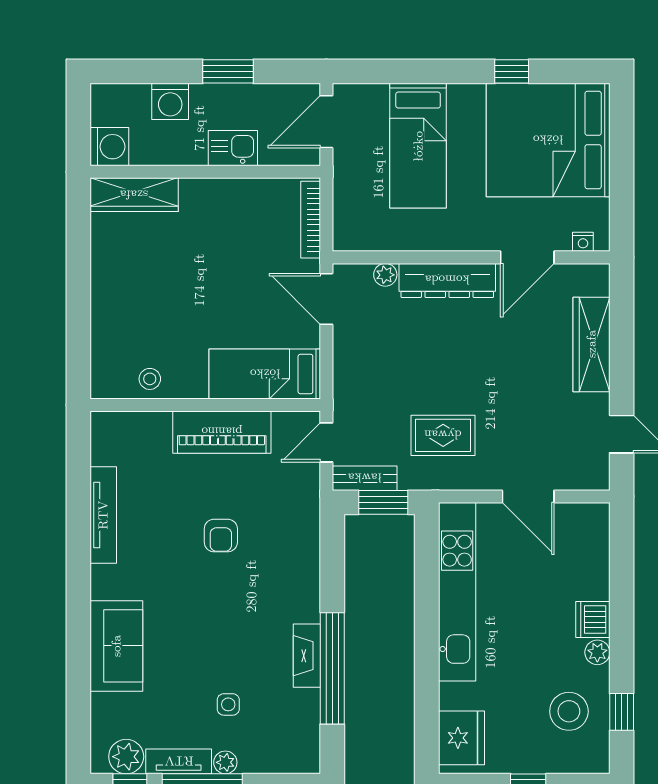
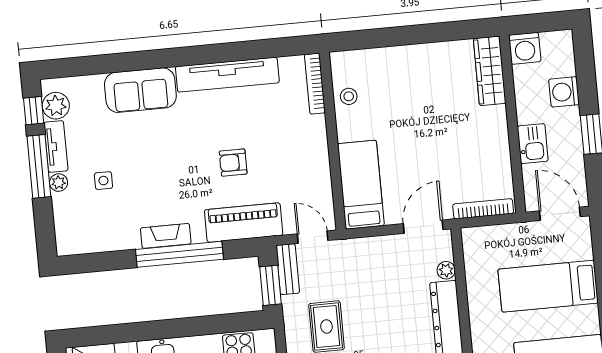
bookcase: (129, 421) -> (315, 84), added
piano: (222, 432) -> (244, 222), moved, turned 90
tv unit: (103, 515) -> (227, 75), width x1.36, depth x1.29
fireplace: (307, 656) -> (166, 236), moved
window: (332, 668) -> (179, 254), moved

